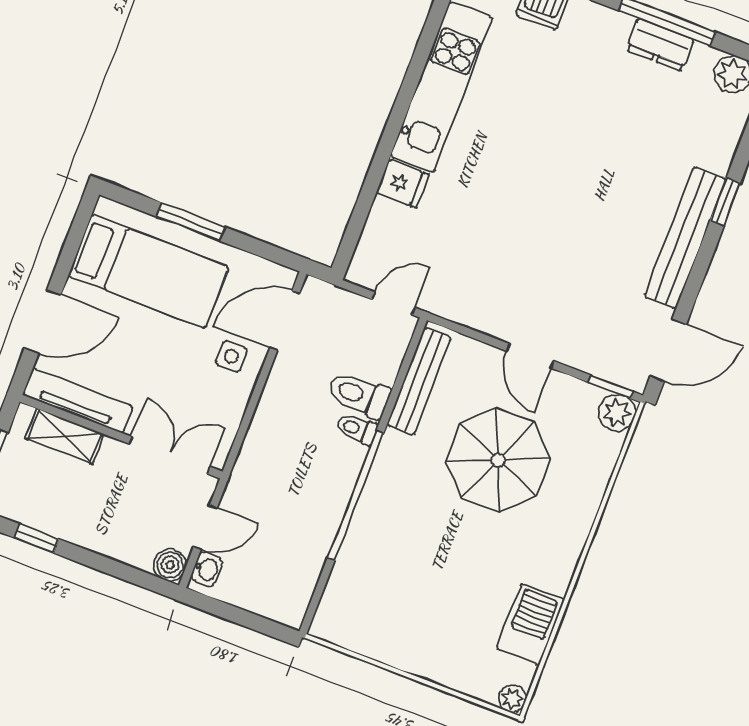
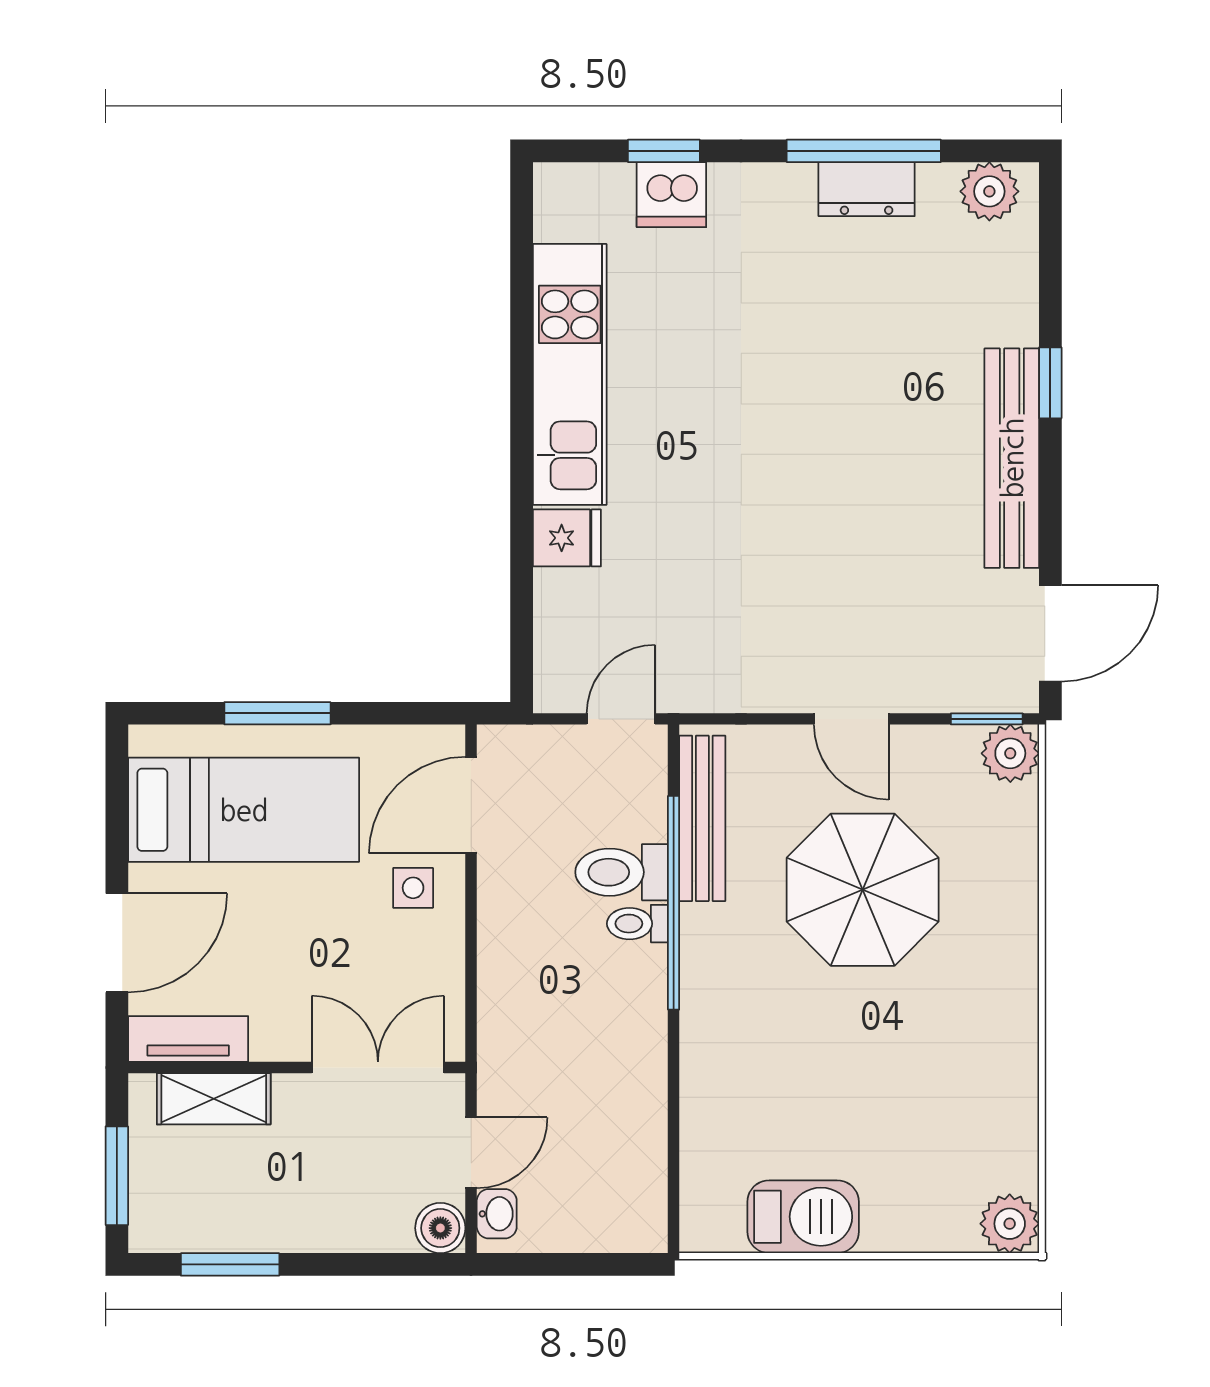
tv unit: (78, 401) -> (188, 1039), width x0.71
window: (356, 495) -> (674, 903), moved
window: (37, 538) -> (230, 1264), width x1.50
barbecue: (531, 624) -> (803, 1217), moved, turned 90
plant: (512, 699) -> (1010, 1224), width x1.38, depth x1.38

